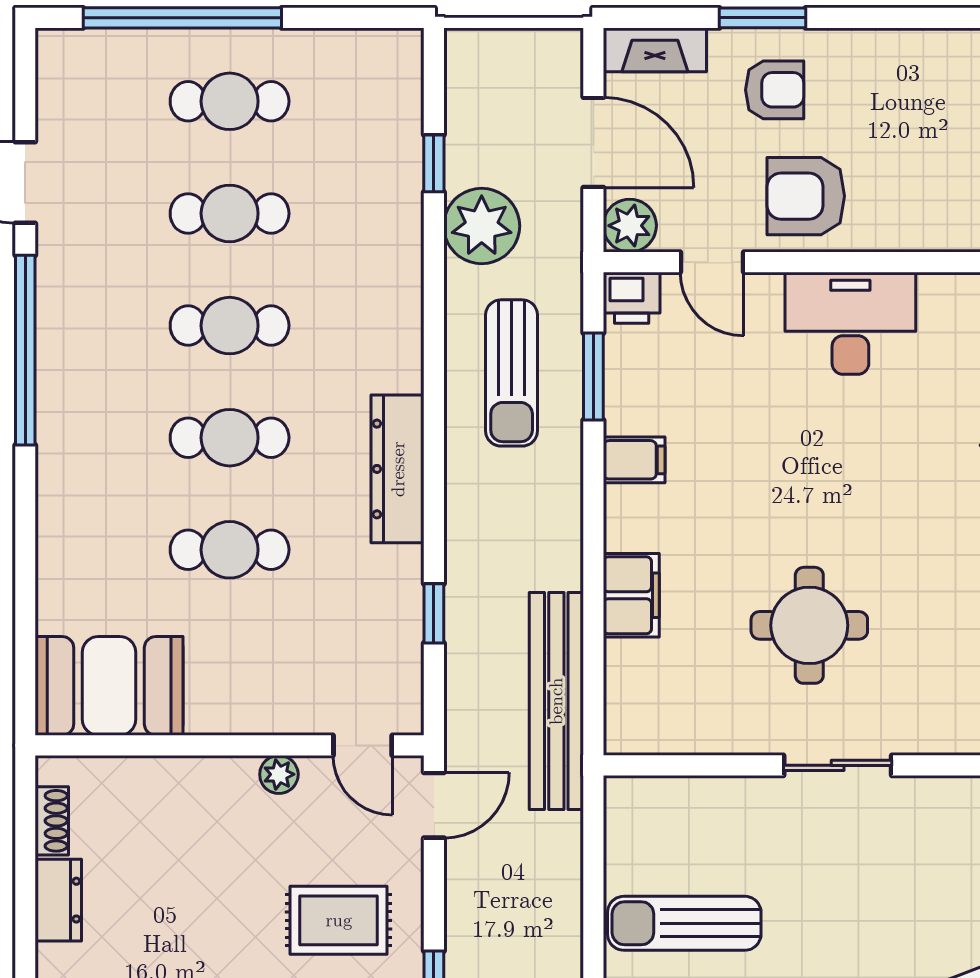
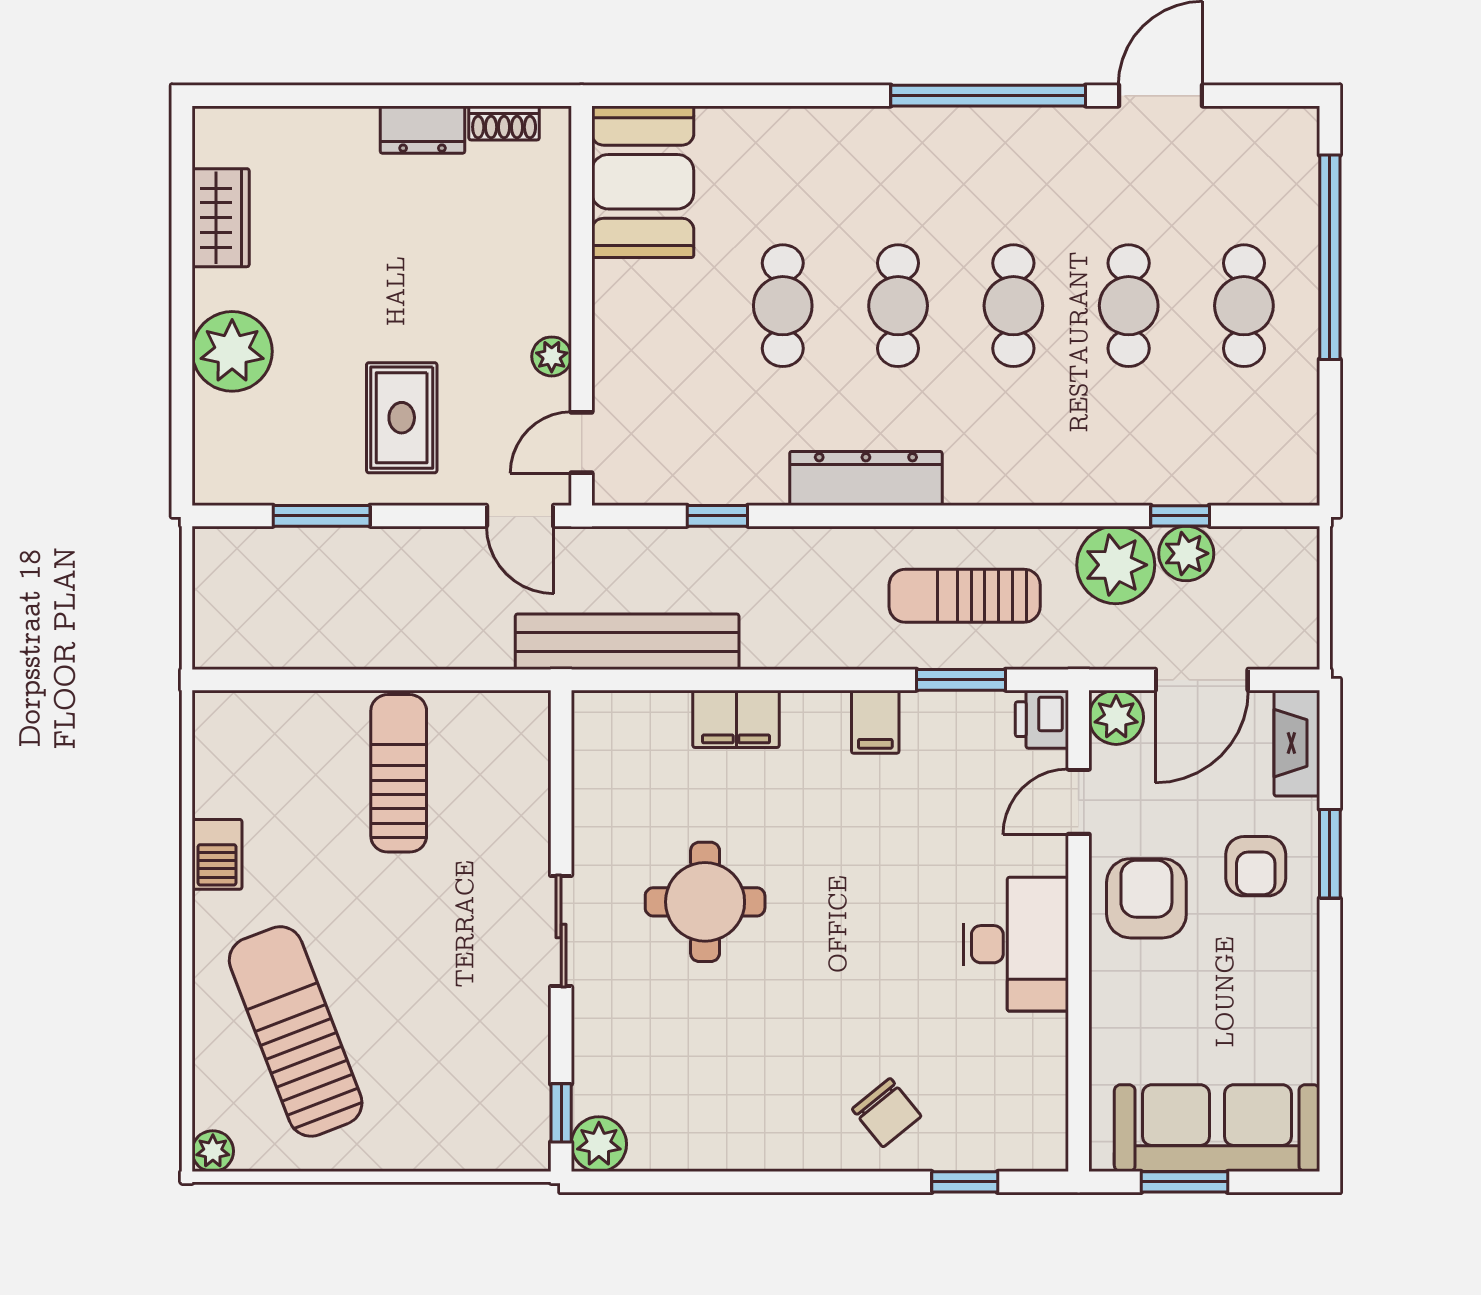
plant: (471, 157) -> (1186, 553), added

